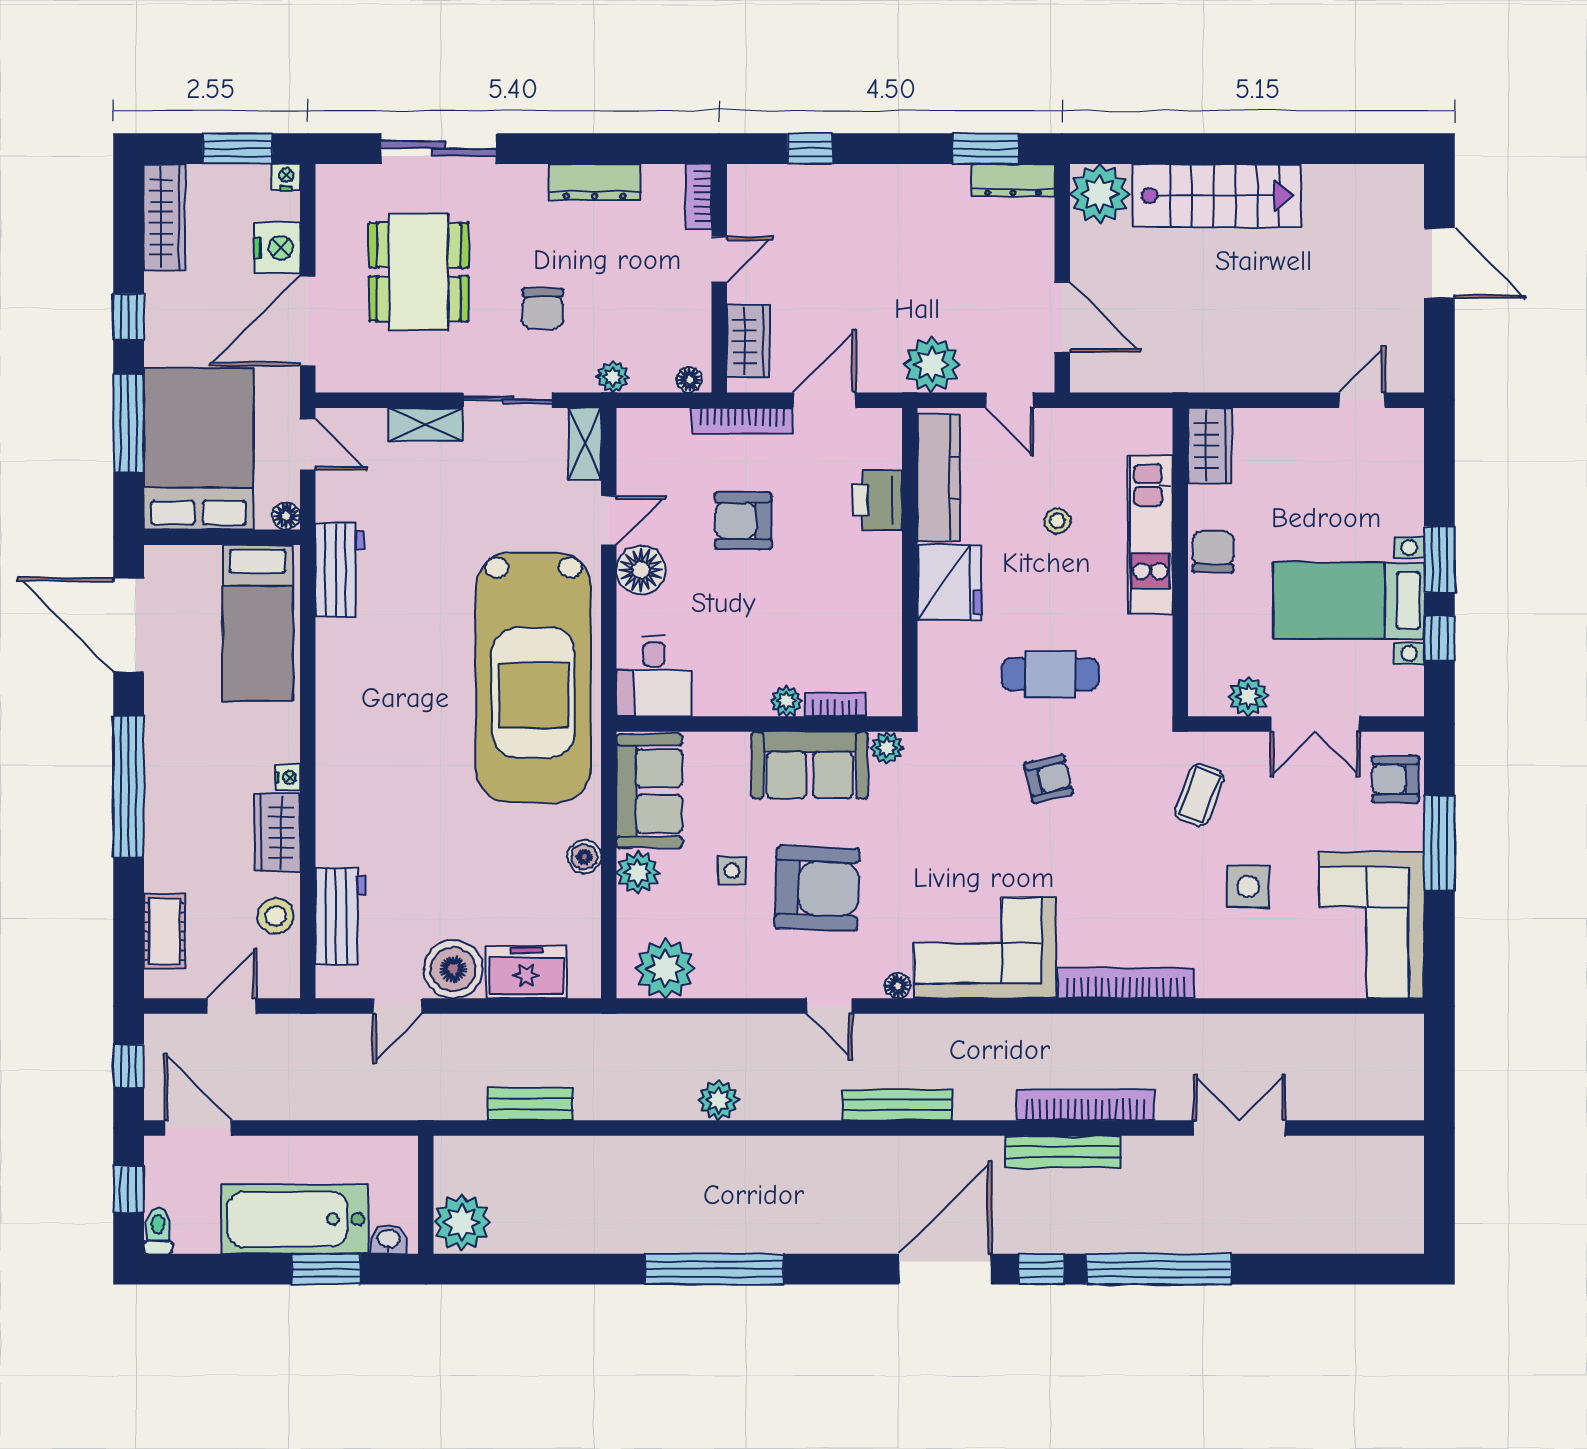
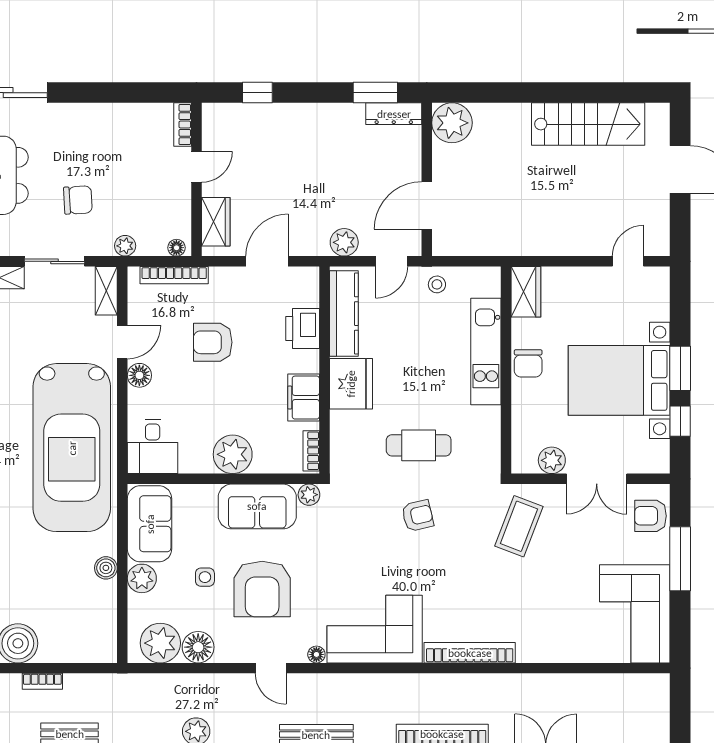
dresser: (595, 182) -> (113, 115), removed
stairs: (1217, 196) -> (588, 124), moved
chair: (543, 309) -> (78, 200), turned -93
door: (1062, 317) -> (427, 205), swing flipped
plant: (932, 364) -> (344, 242), width x0.73, depth x0.73
door: (1010, 400) -> (392, 261), hinge flipped
bookcase: (742, 421) -> (174, 275), moved
stool: (1057, 521) -> (437, 284), moved
chair: (1213, 552) -> (528, 363), turned 180
floor lamp: (641, 570) -> (139, 375), width x0.73, depth x0.73
bed with nightstands: (1349, 601) -> (619, 380), width x1.36
filing cabinet: (879, 603) -> (304, 398), added
plant: (787, 701) -> (233, 454), width x1.87, depth x1.87
bookcase: (835, 704) -> (311, 451), moved, turned -90
coffee table: (1199, 795) -> (519, 526), width x1.36, depth x1.30
side table: (1248, 886) -> (552, 588), removed
armchair: (817, 888) -> (262, 589), turned 88
freezer: (526, 972) -> (67, 645), removed
floor lamp: (722, 975) -> (198, 647), added
bookcase: (490, 1026) -> (42, 681), added

